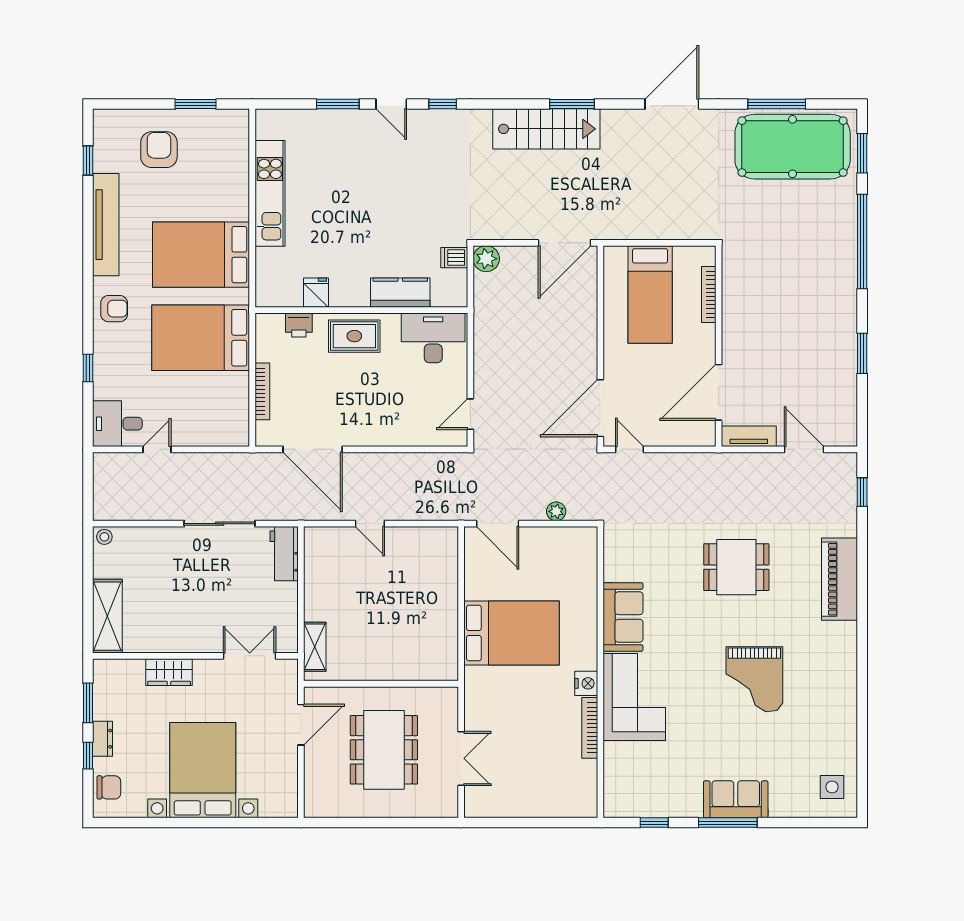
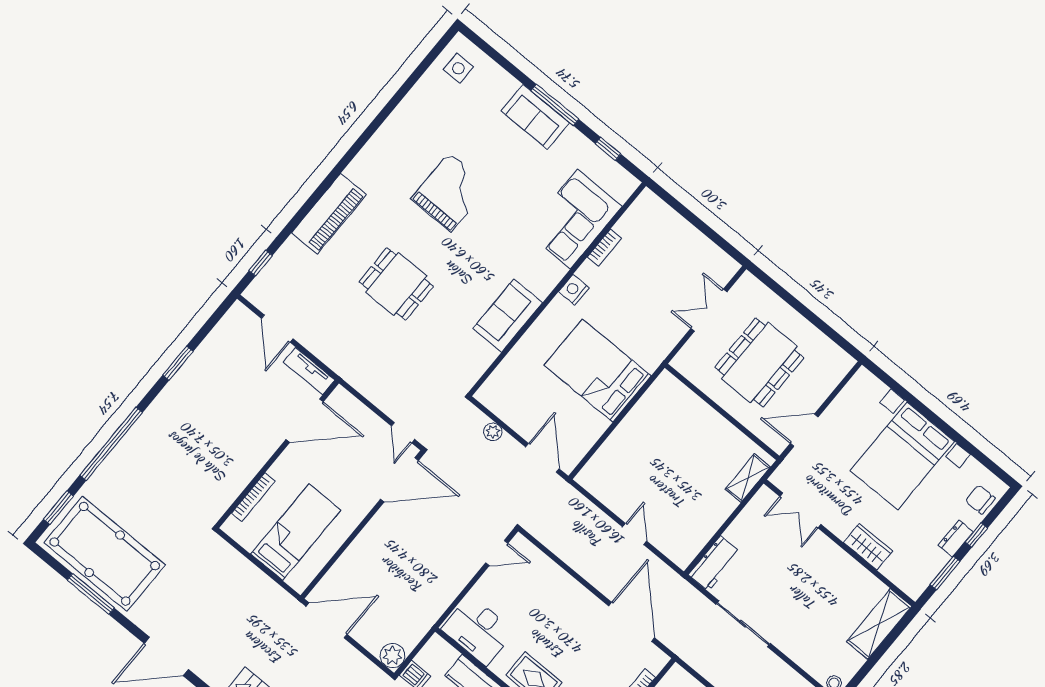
corner sofa: (634, 697) -> (574, 219), moved
bookcase: (590, 728) -> (604, 248), width x0.64

